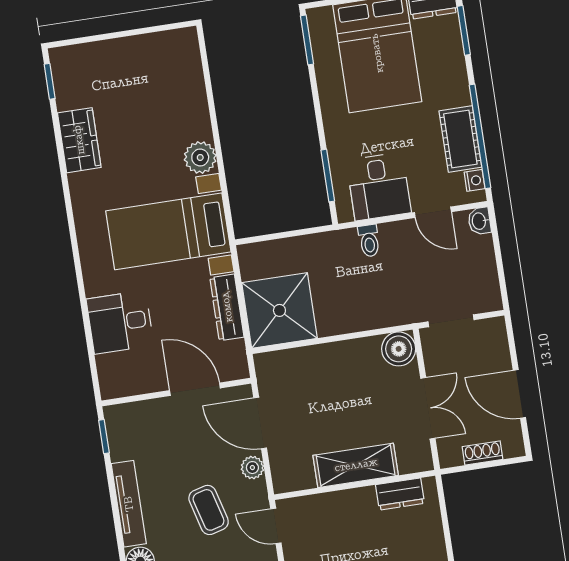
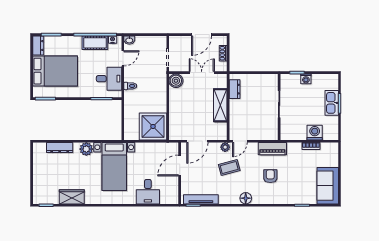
dresser: (227, 307) -> (60, 148), moved
plant: (252, 468) -> (225, 147), moved
tv unit: (129, 504) -> (201, 199), moved

